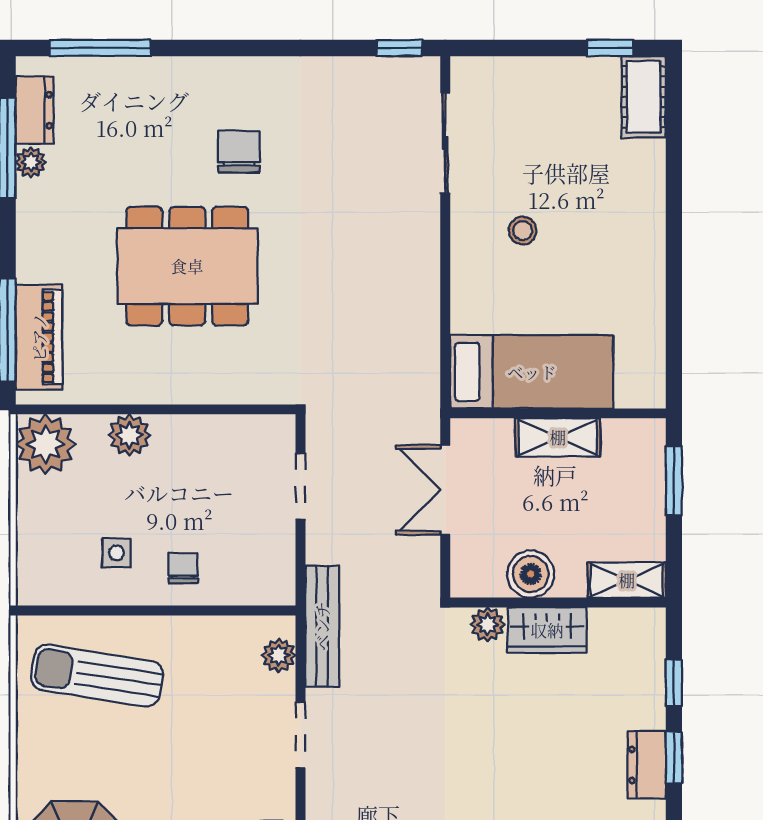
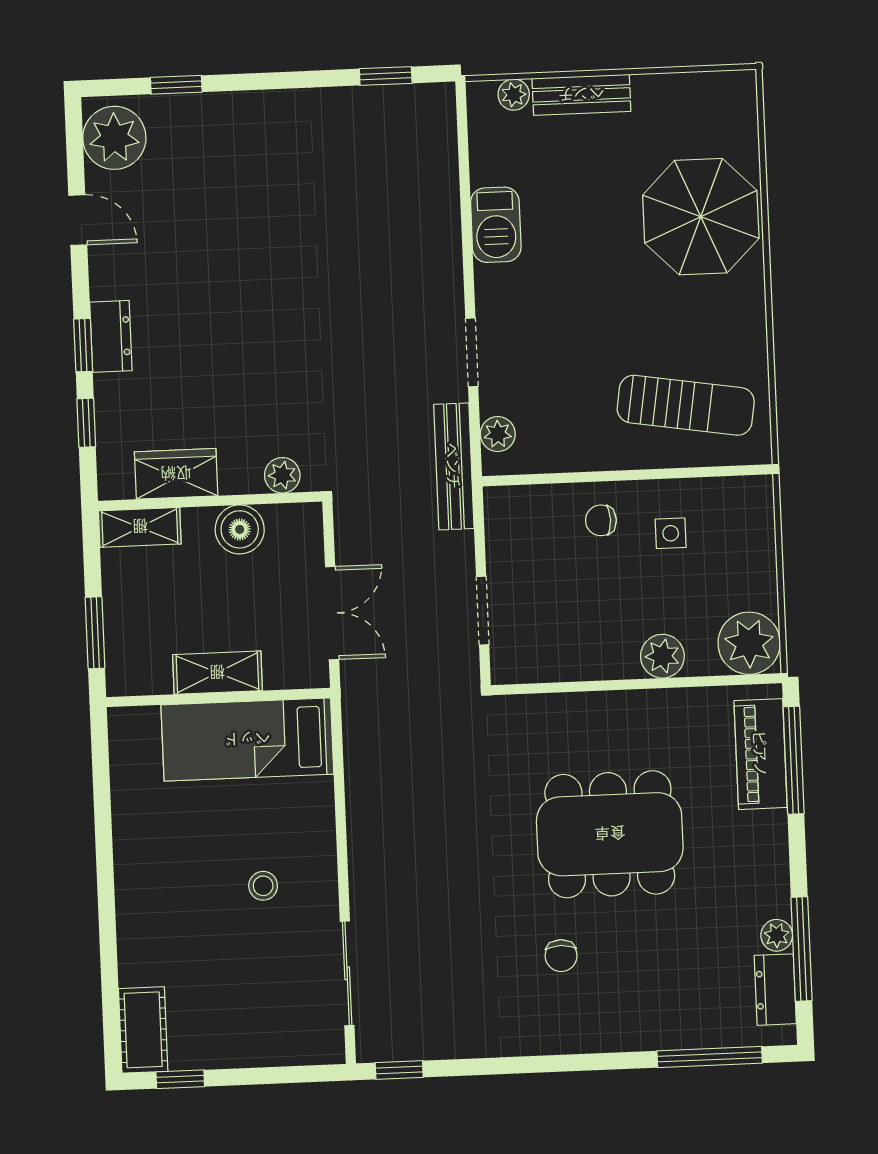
chair: (239, 151) -> (561, 956), width x0.73, depth x0.73
chair: (183, 568) -> (601, 520), turned 90
wardrobe: (547, 630) -> (176, 474), moved

